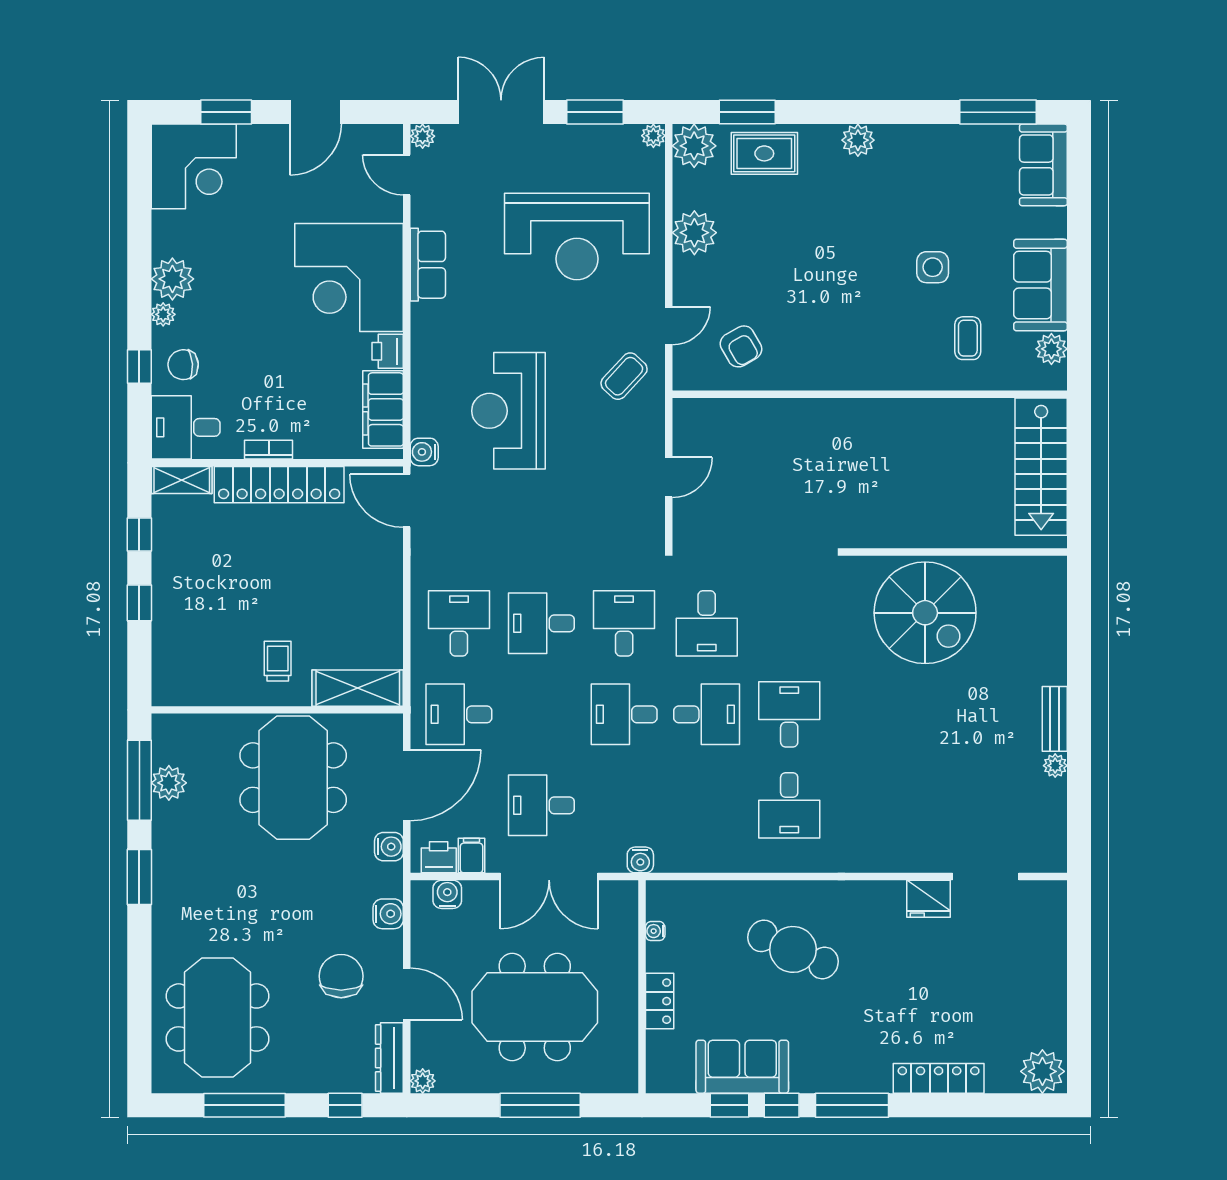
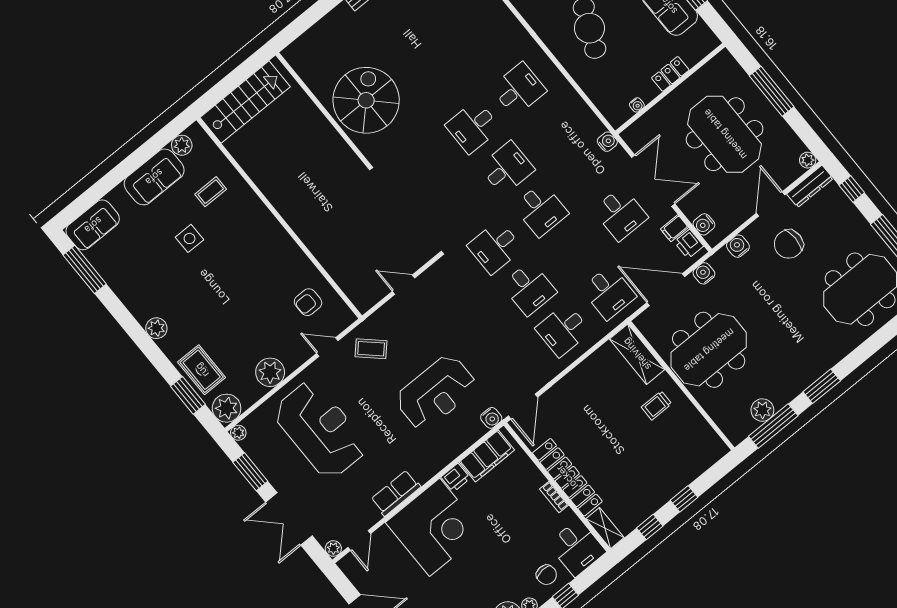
armchair: (741, 346) -> (308, 302), turned -150
desk: (707, 623) -> (461, 206), removed
desk: (707, 714) -> (507, 168), turned 90

